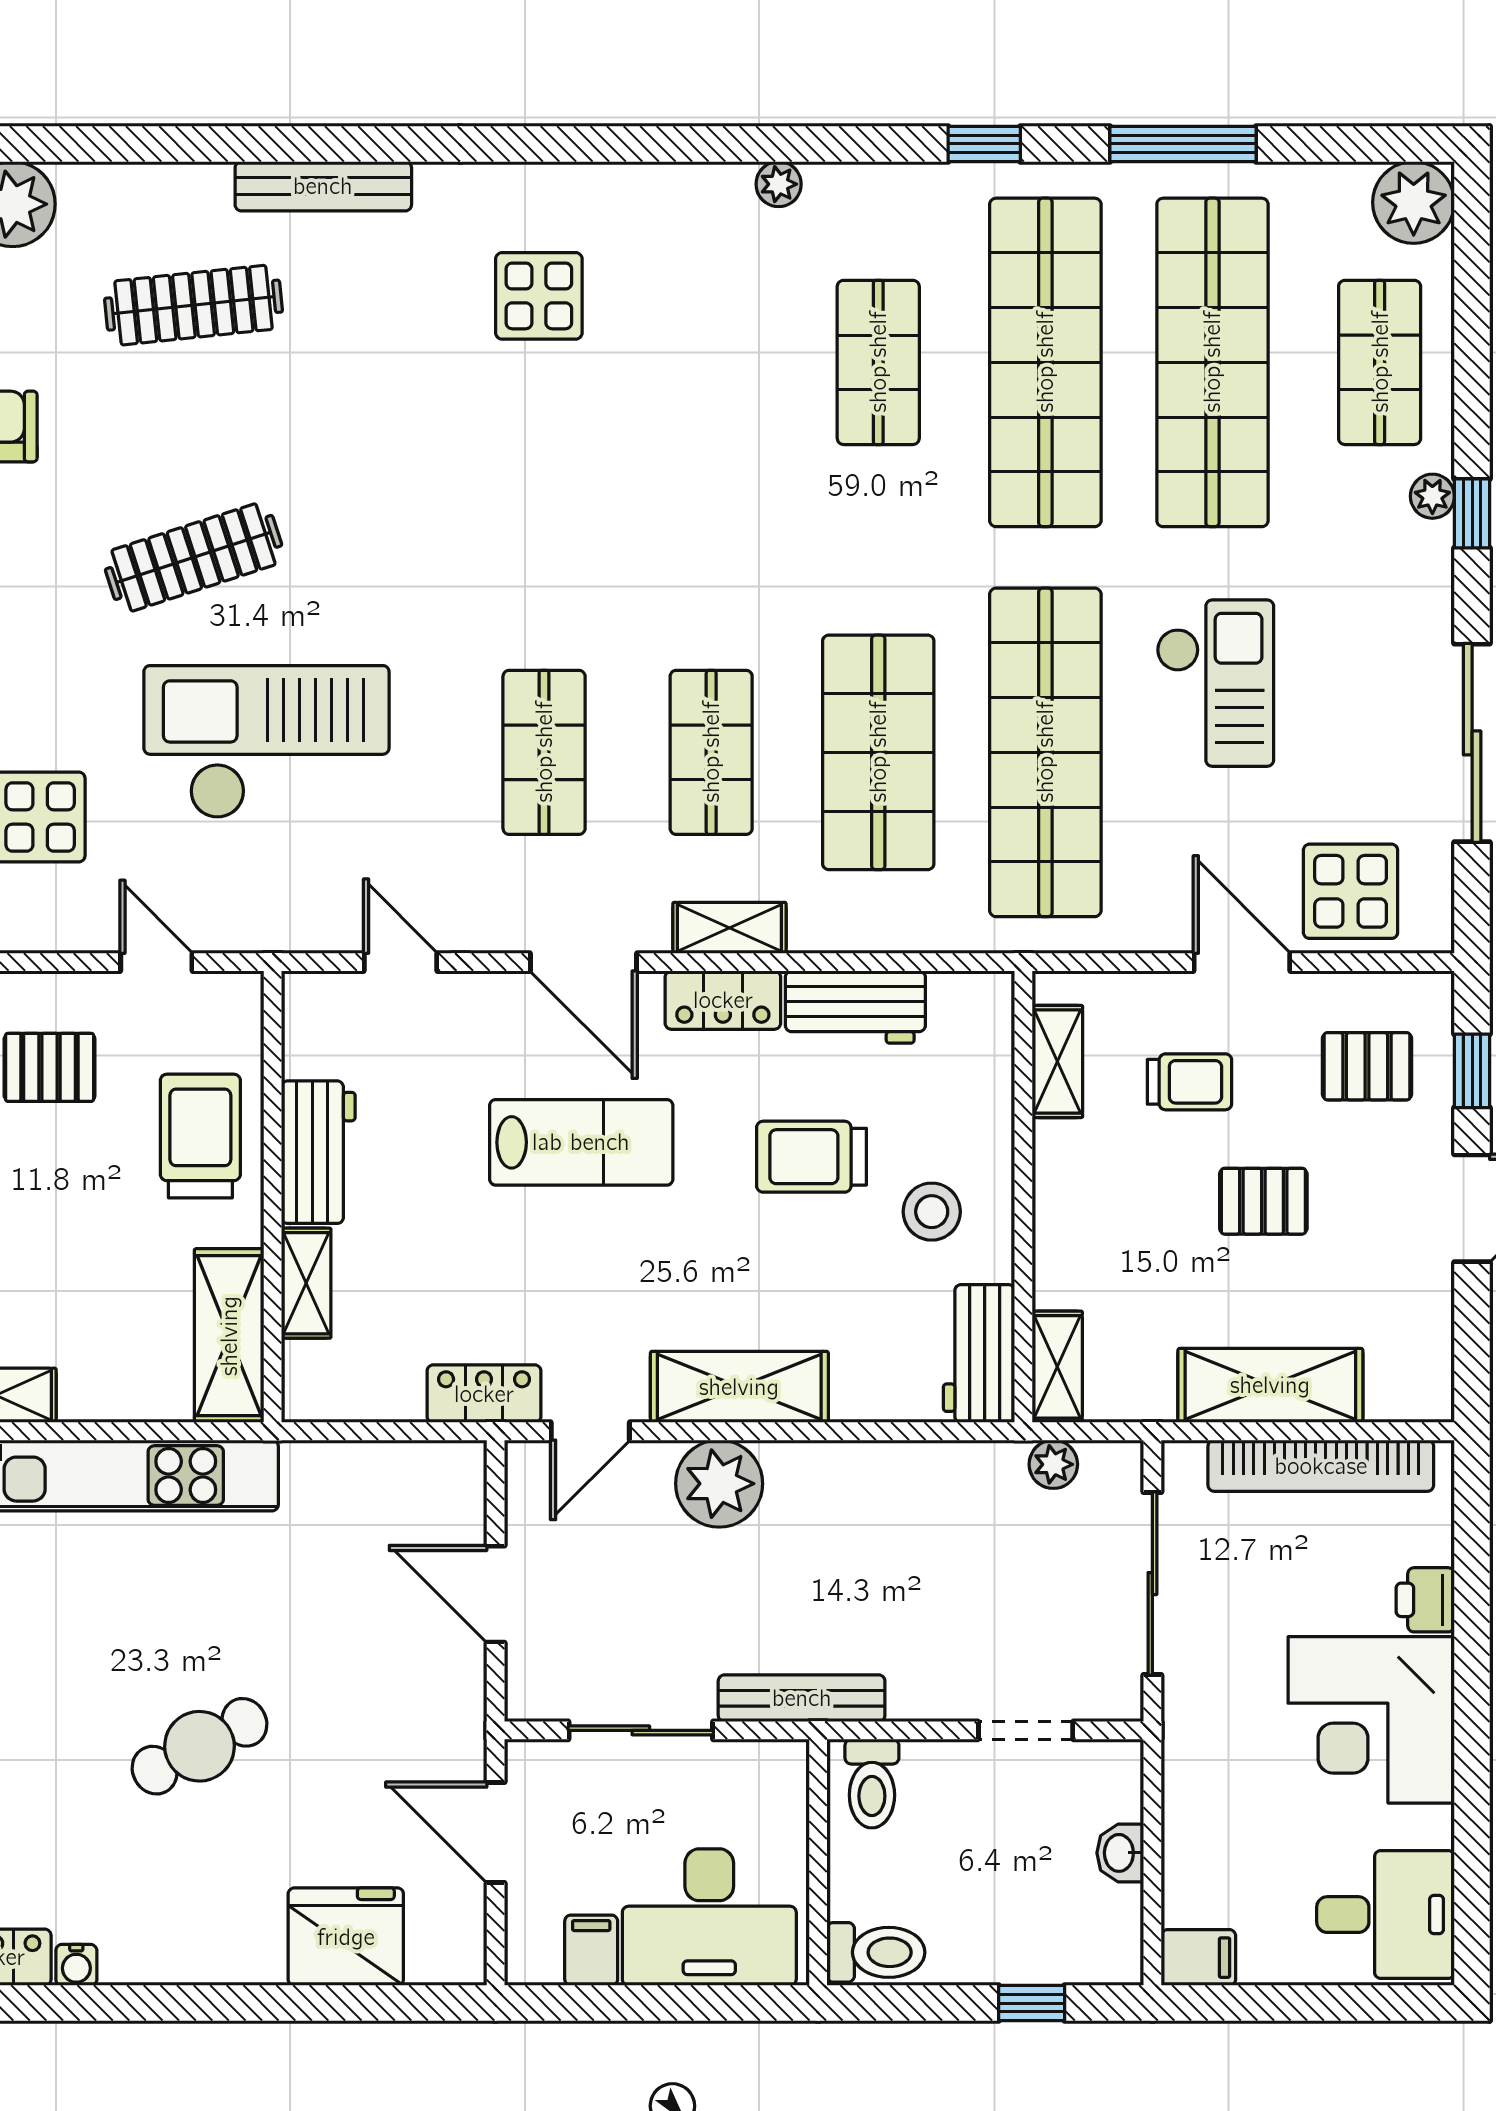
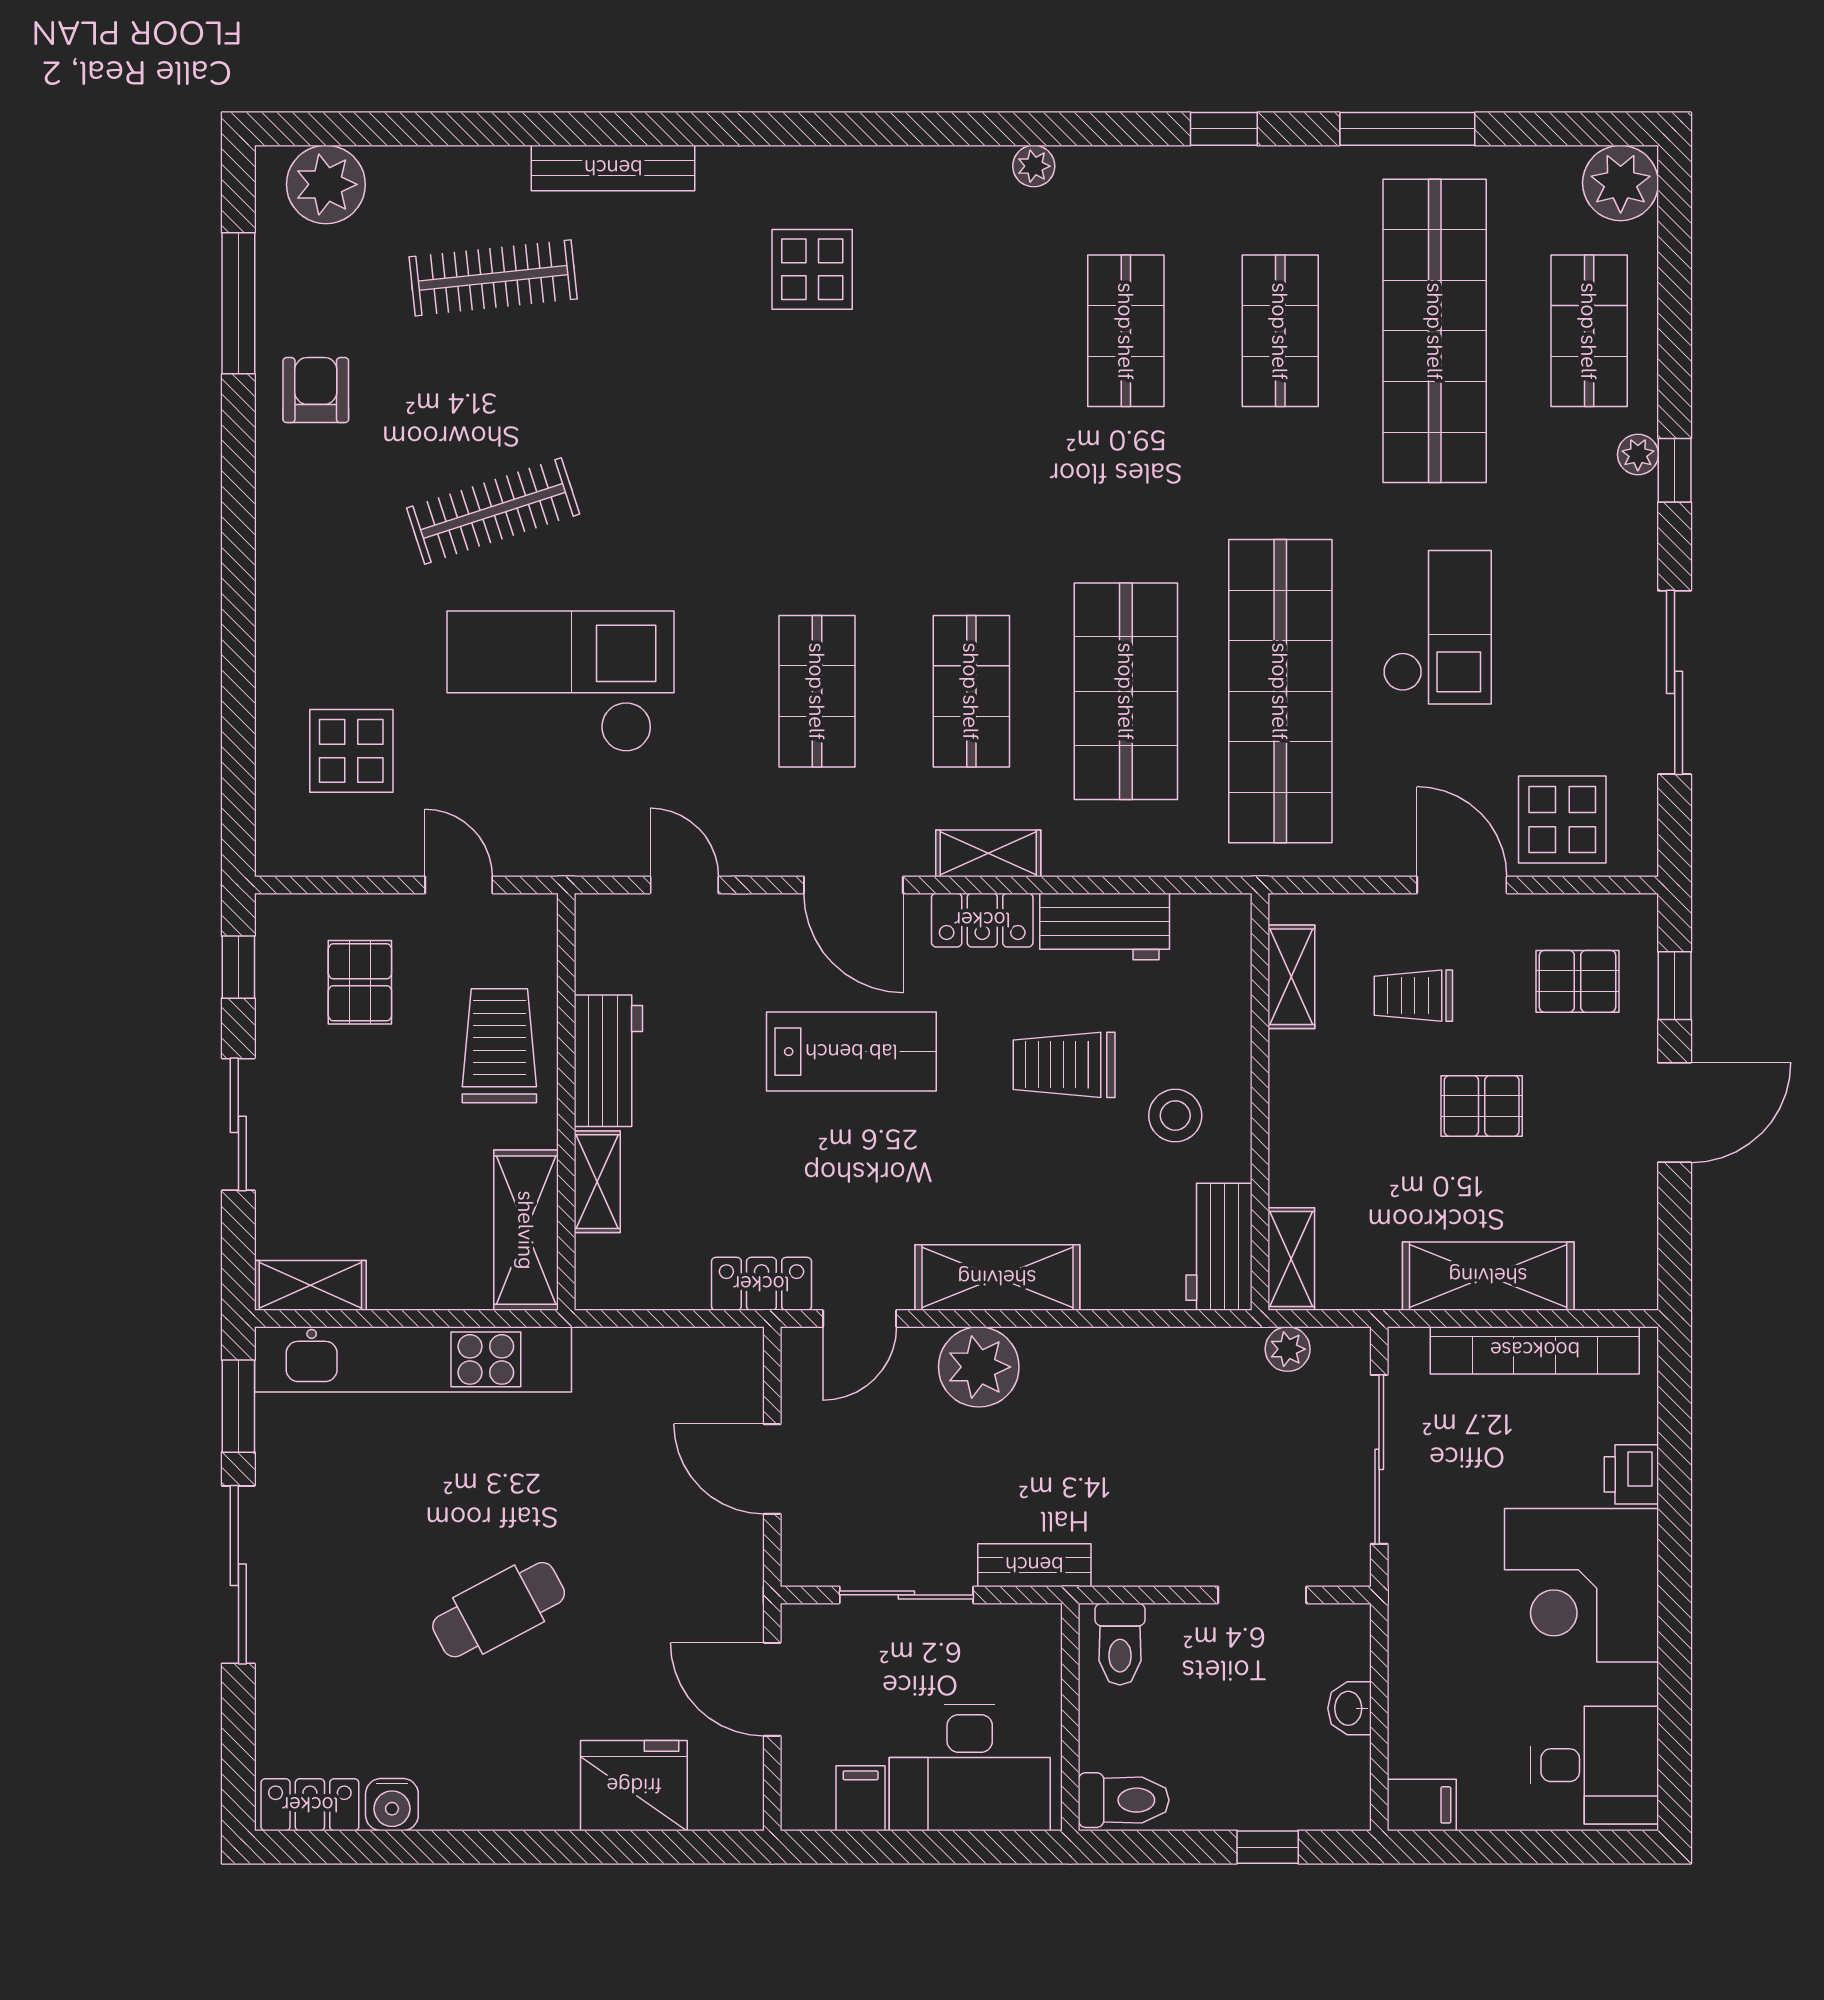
shop shelf: (1045, 362) -> (1280, 331), width x0.50, depth x0.74
pallet: (50, 1067) -> (360, 982), turned 90
trolley: (1190, 1082) -> (1413, 996), turned 180
bench: (802, 1698) -> (1034, 1565), width x0.73
water cooler: (76, 1965) -> (392, 1805), width x1.38, depth x1.38

